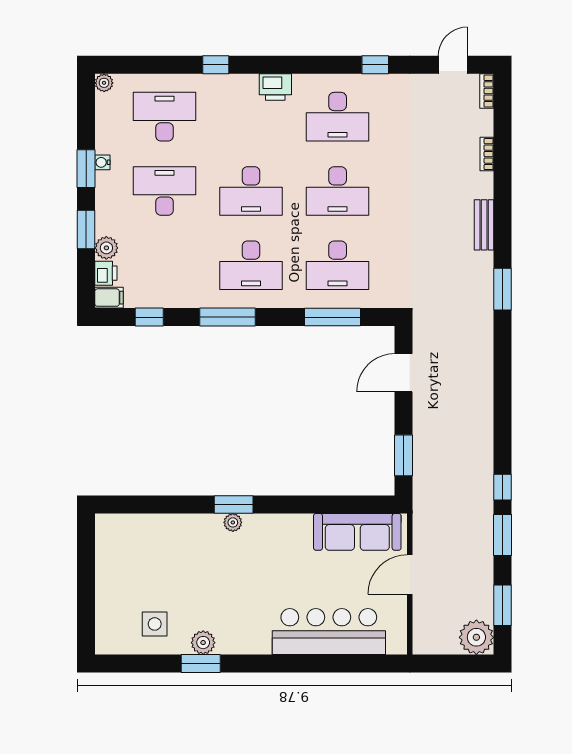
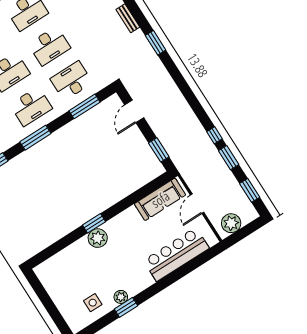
desk: (338, 265) -> (71, 81), turned 180
plant: (233, 522) -> (98, 238), width x1.88, depth x1.88
plant: (476, 637) -> (231, 223), moved

